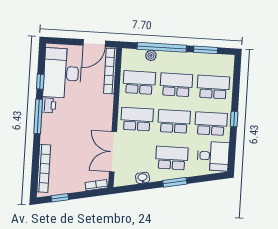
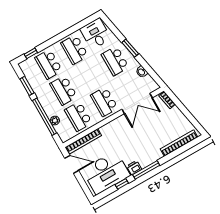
window: (234, 119) -> (31, 53), moved
school desk: (174, 121) -> (89, 76), removed
window: (60, 198) -> (192, 119), removed

